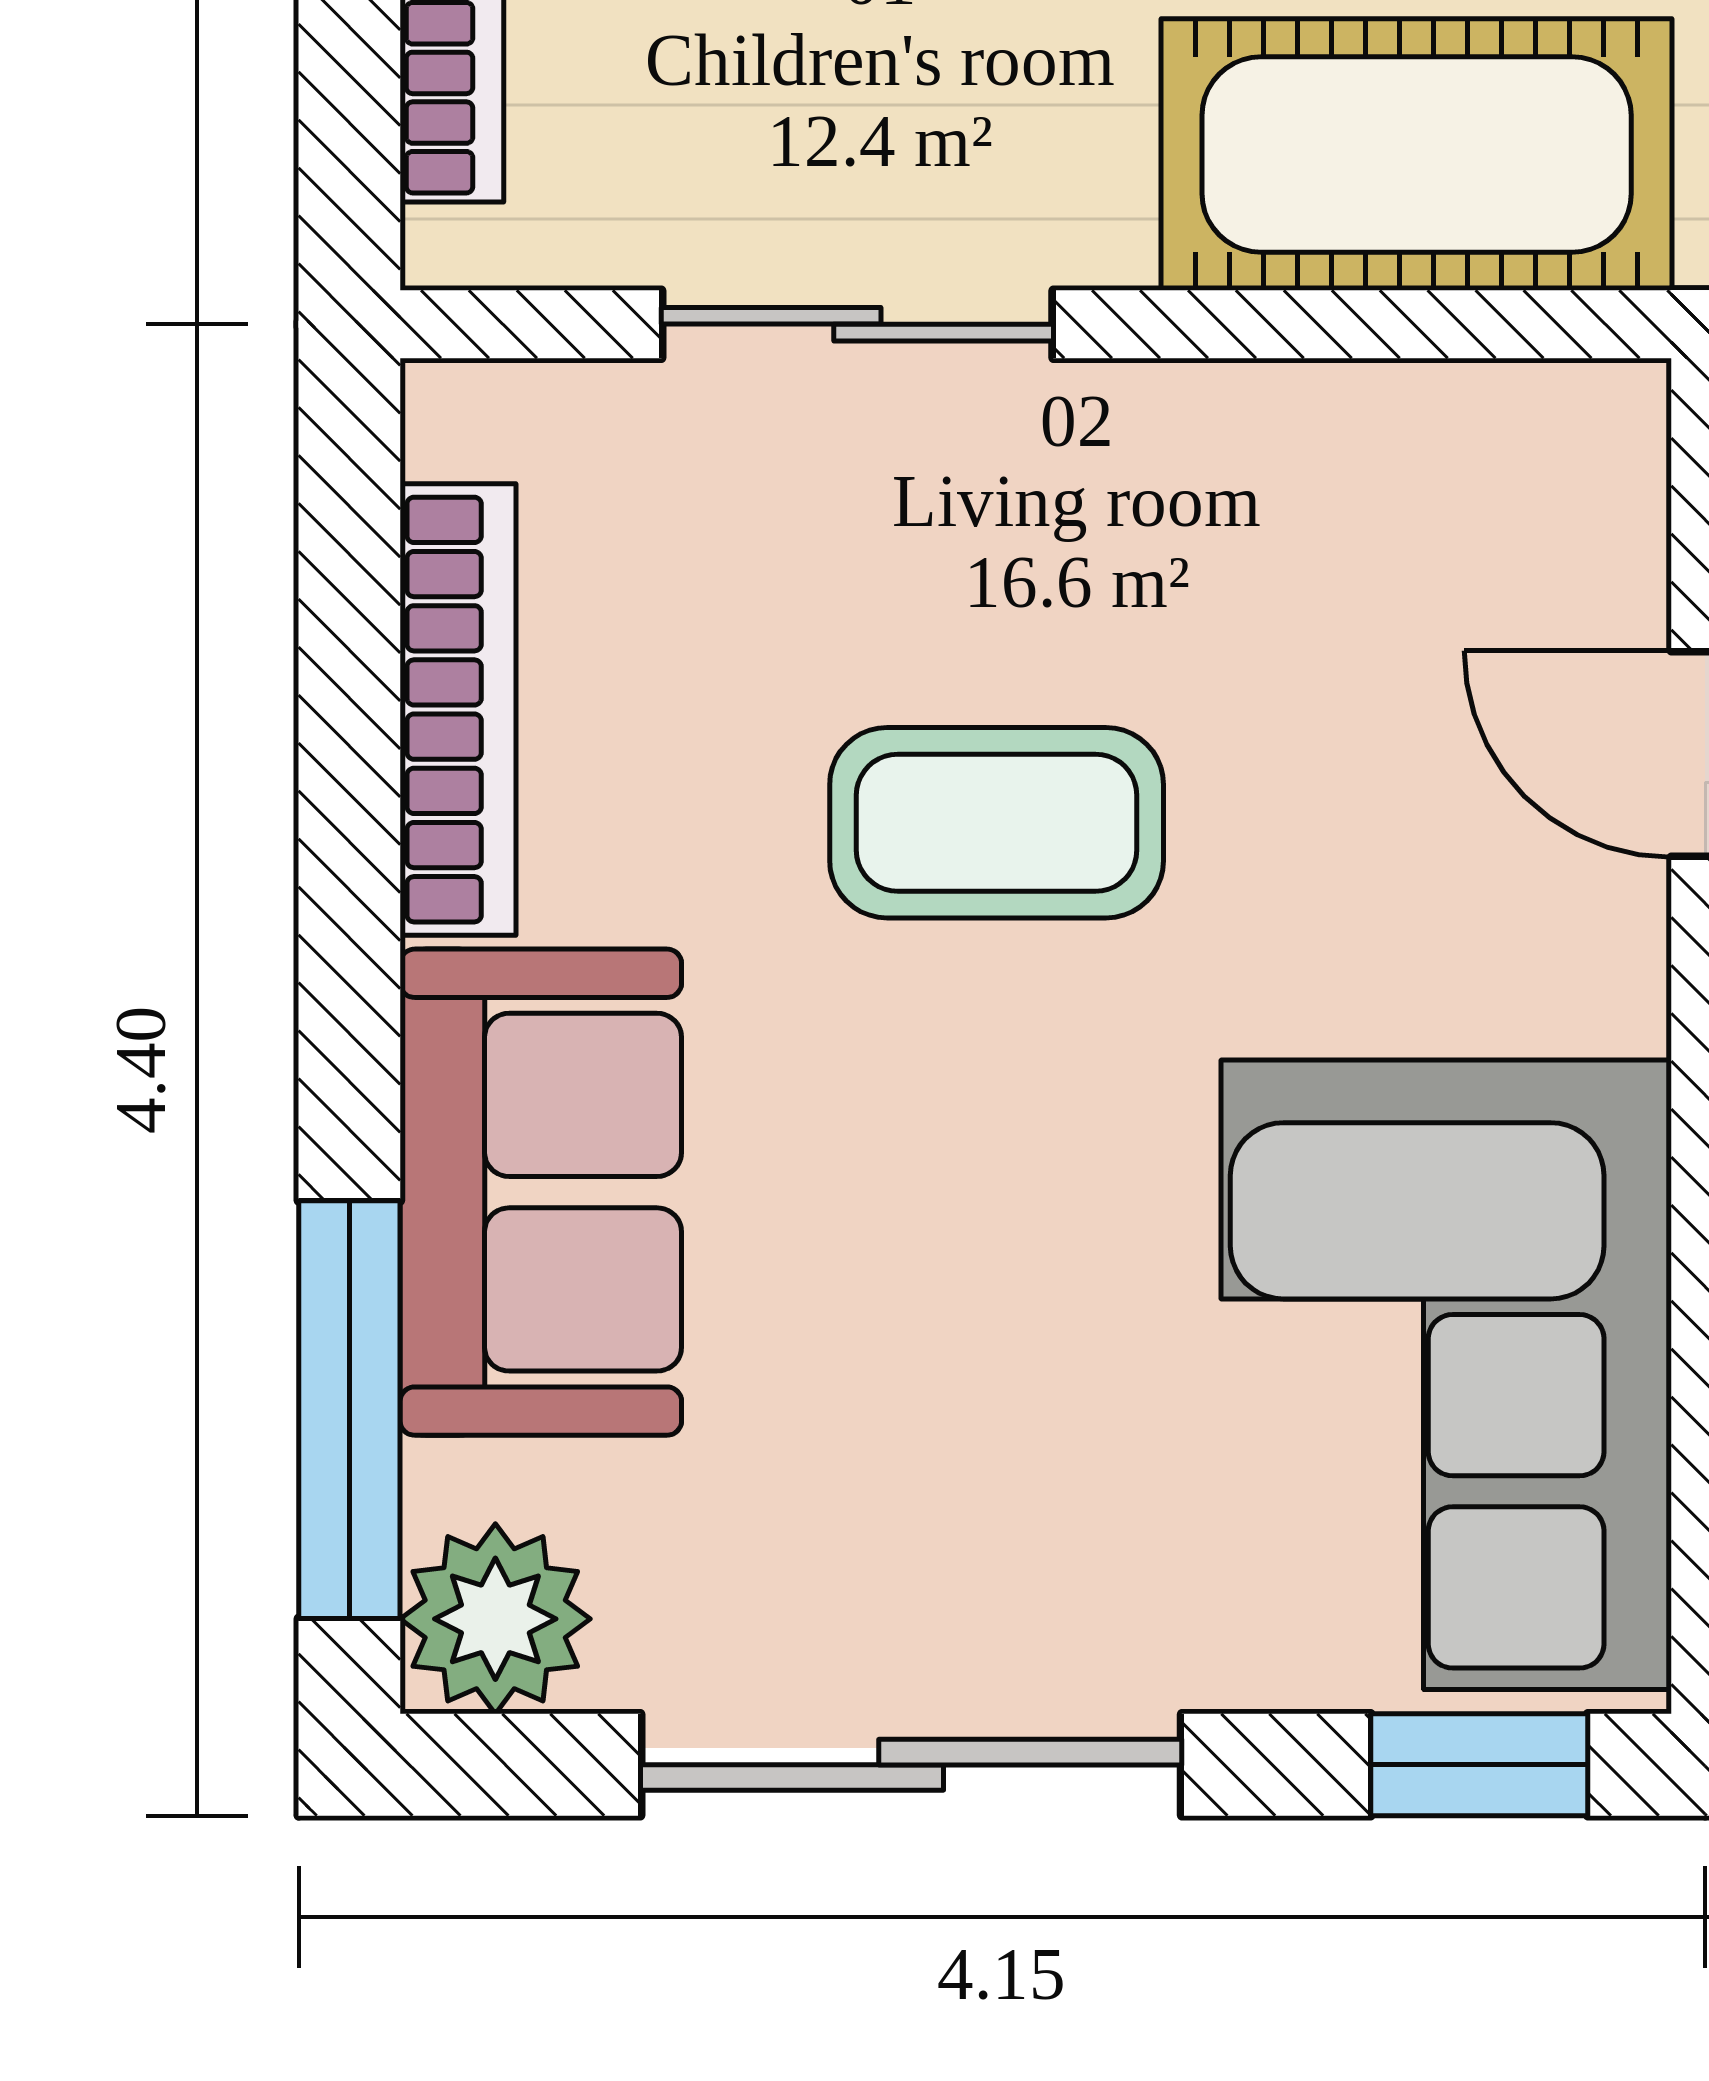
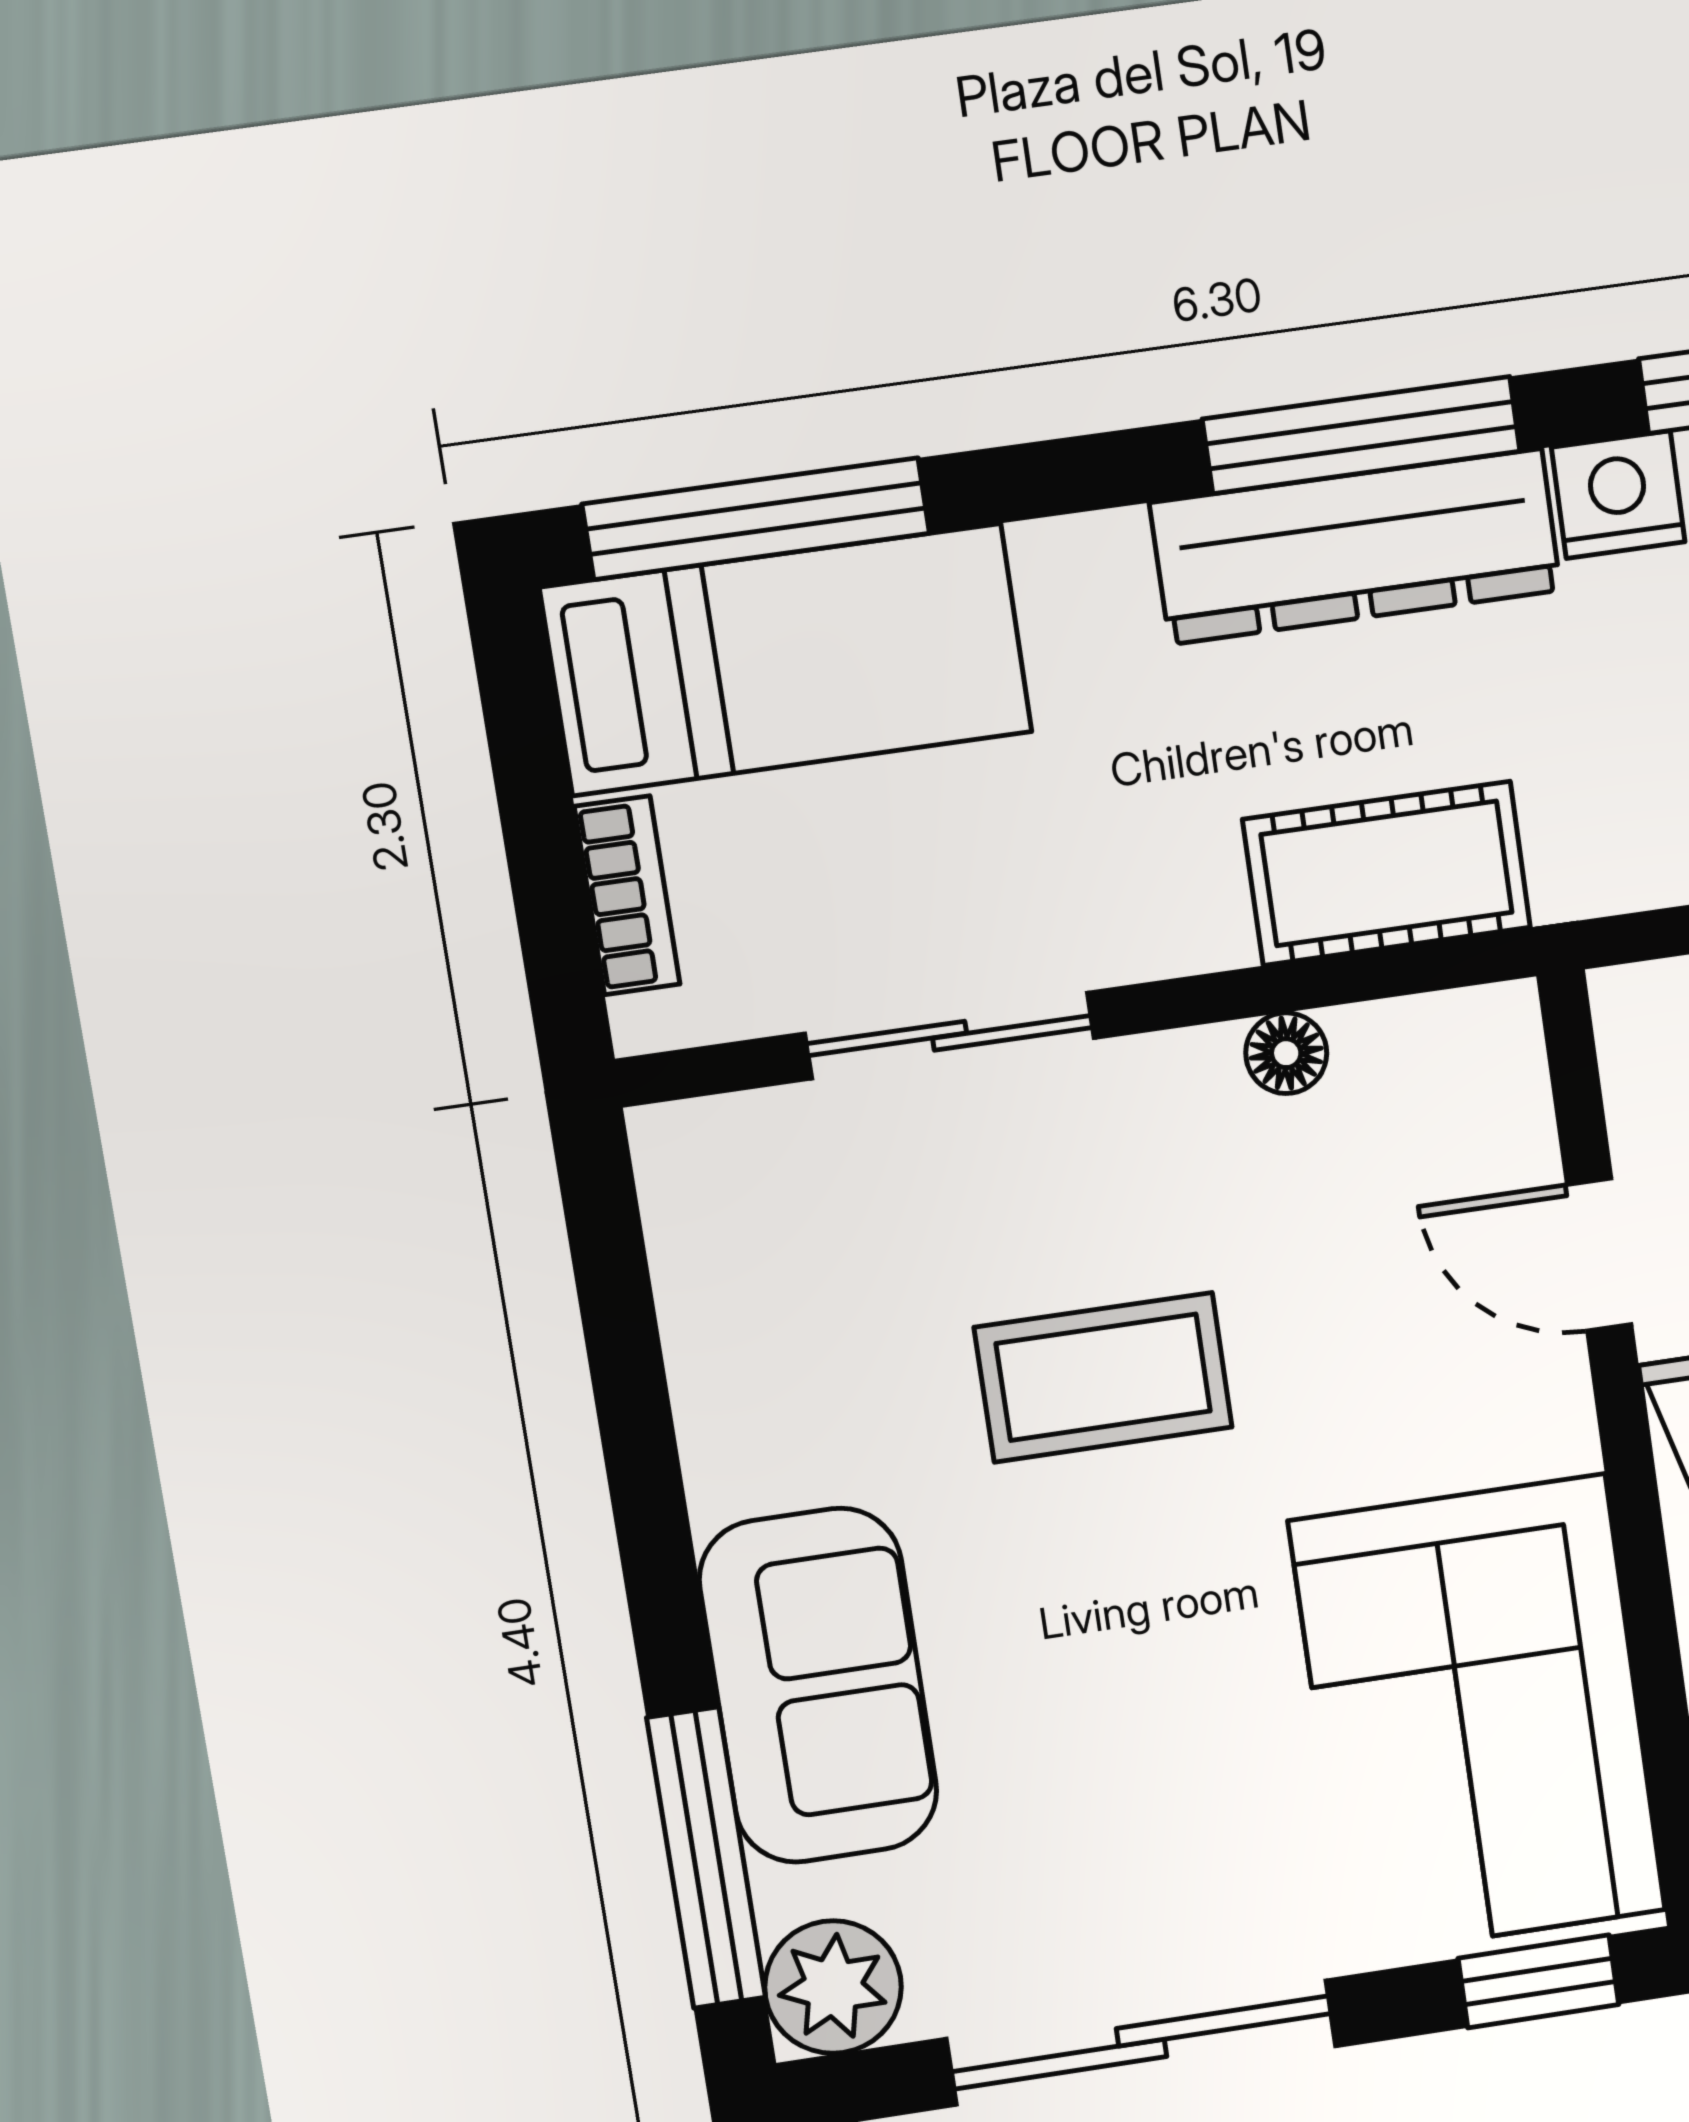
cot: (1417, 155) -> (1387, 873), width x0.73, depth x0.75
floor lamp: (1313, 414) -> (1286, 1053), added
bookcase: (458, 710) -> (705, 1354), removed

